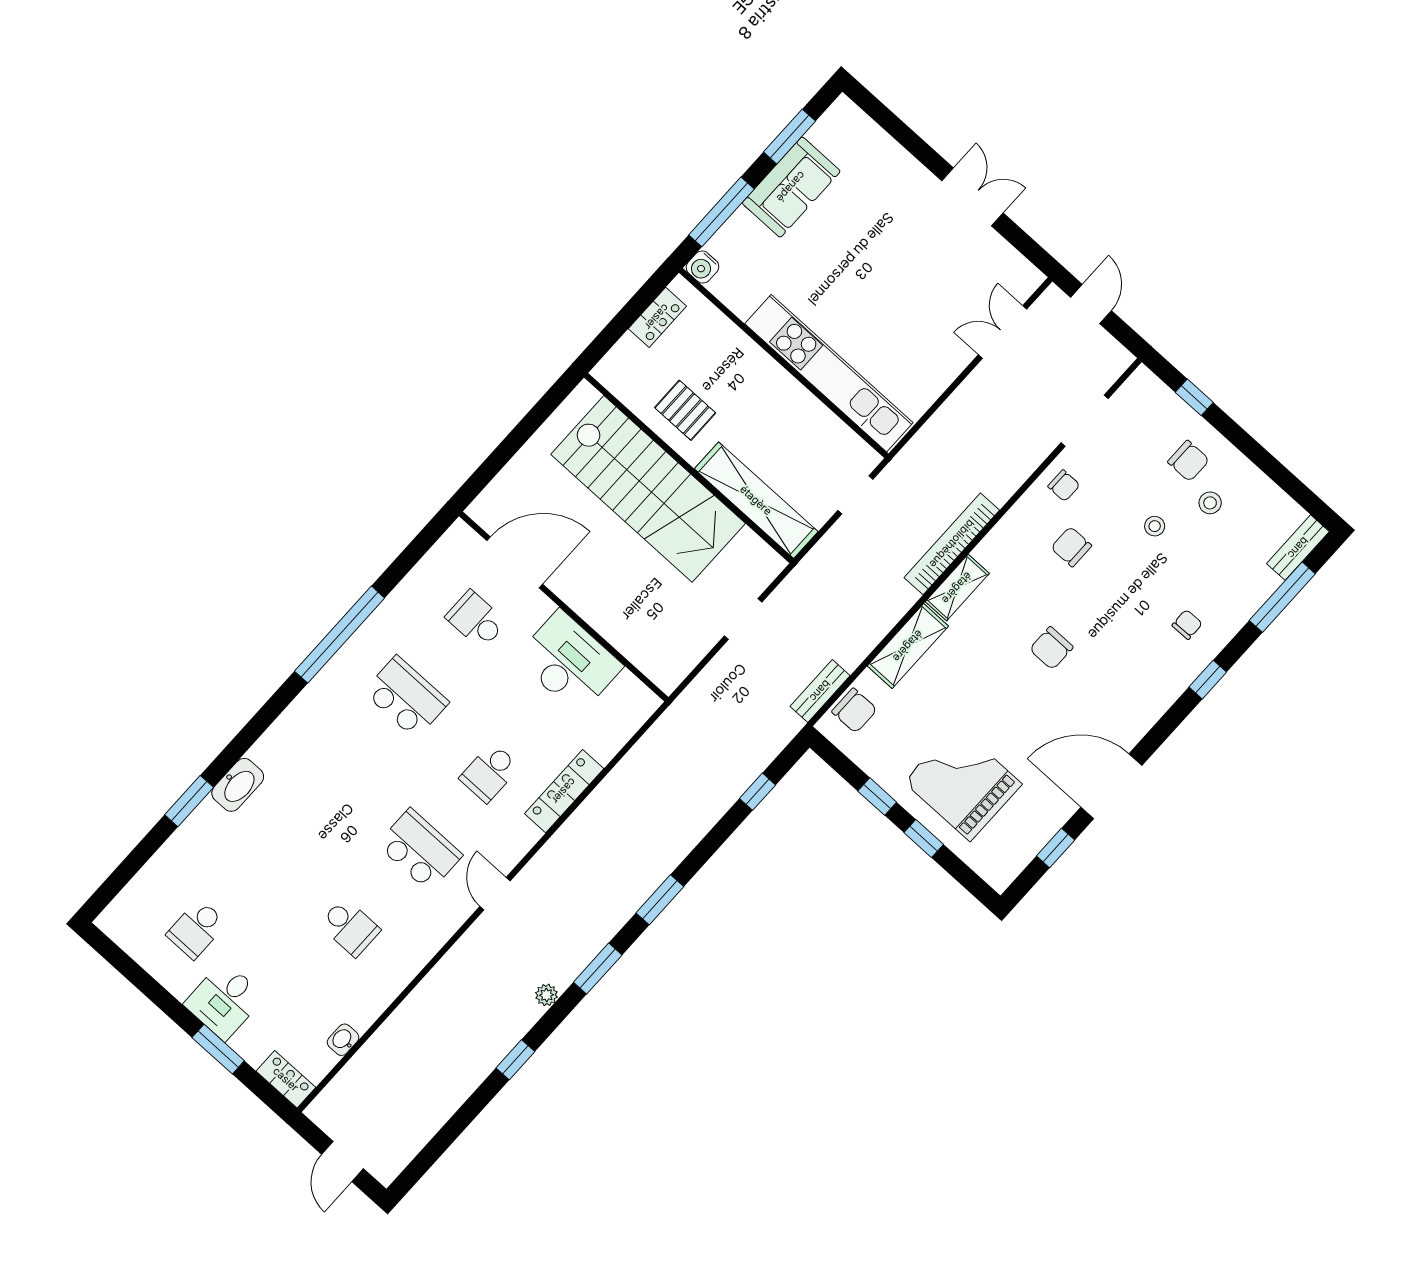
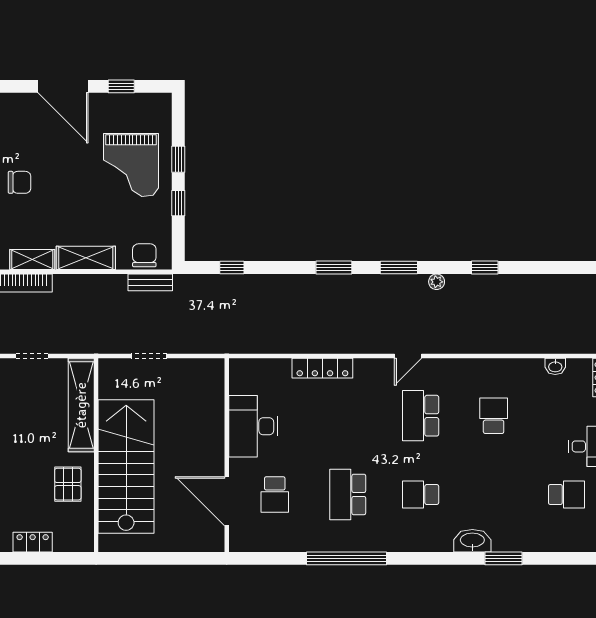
school desk: (490, 772) -> (421, 494), moved, turned 180

